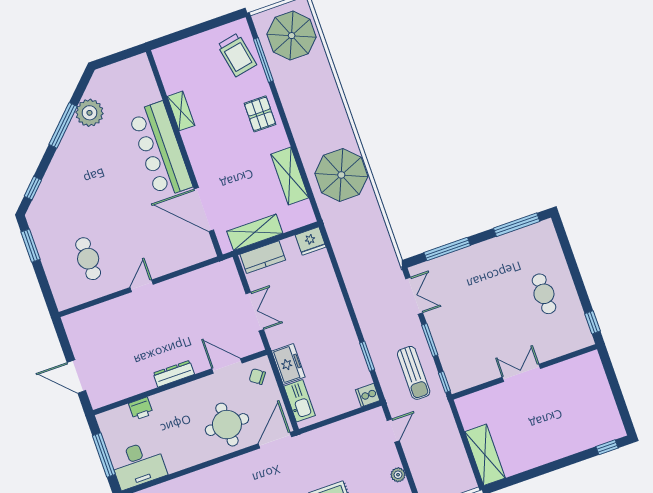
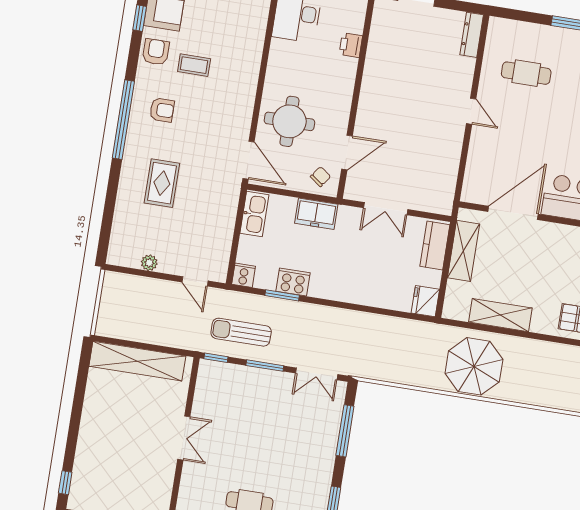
cooker: (352, 353) -> (293, 282), added
dresser: (174, 374) -> (472, 35), moved, turned 180
kitchen sink: (300, 401) -> (254, 214), moved, turned -90
shelving: (485, 455) -> (137, 361), width x1.47

